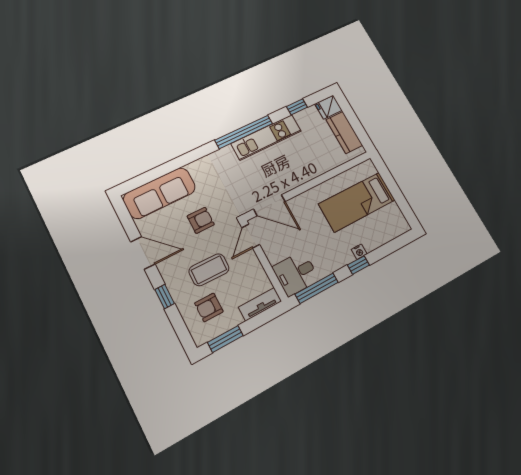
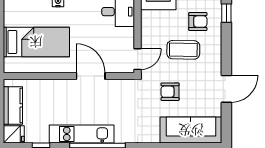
door: (269, 205) -> (91, 76), moved
door: (143, 253) -> (226, 89), swing flipped
window: (165, 297) -> (226, 13), moved

